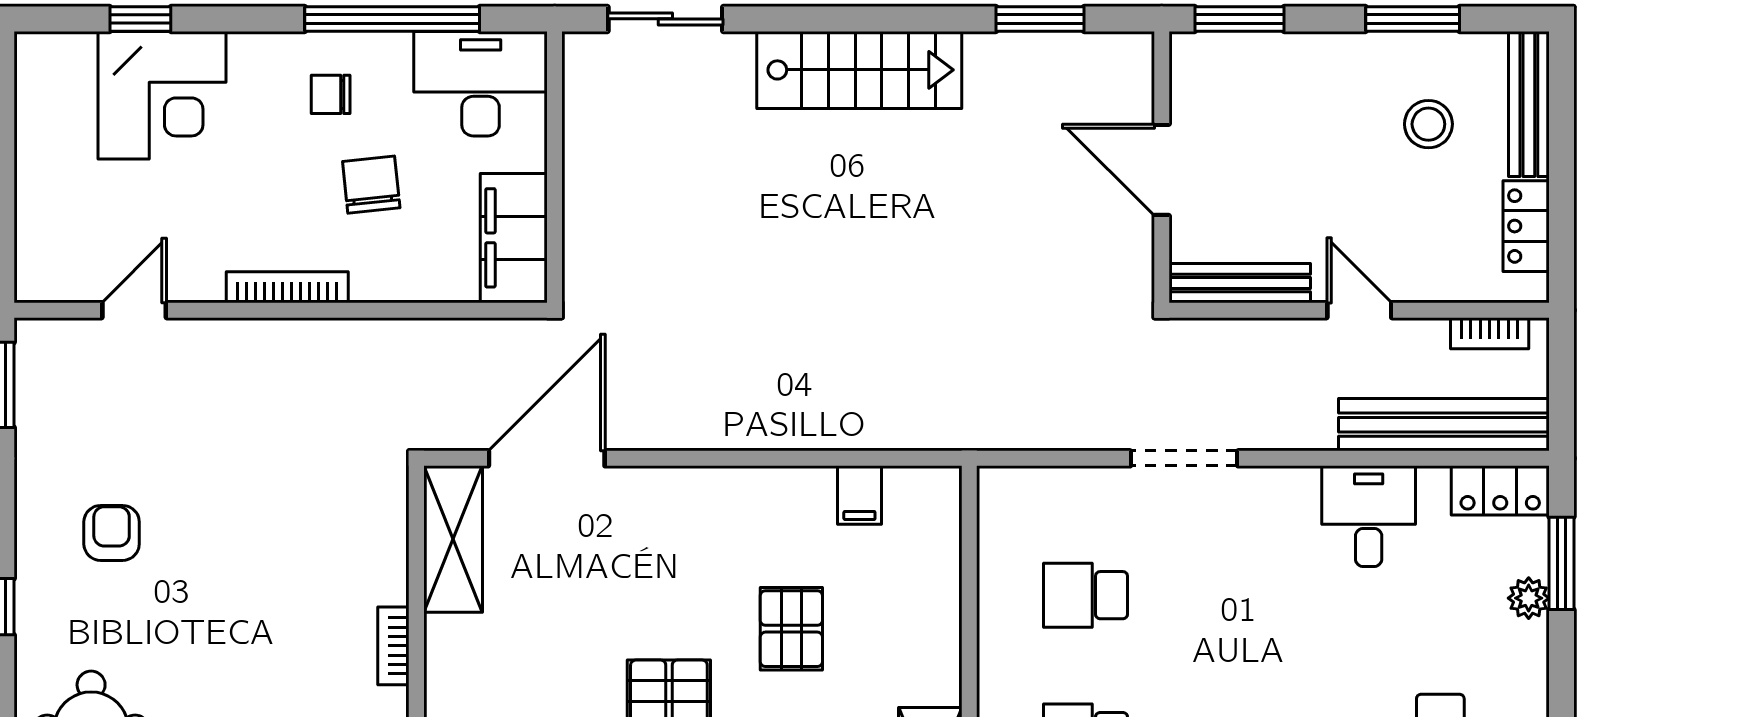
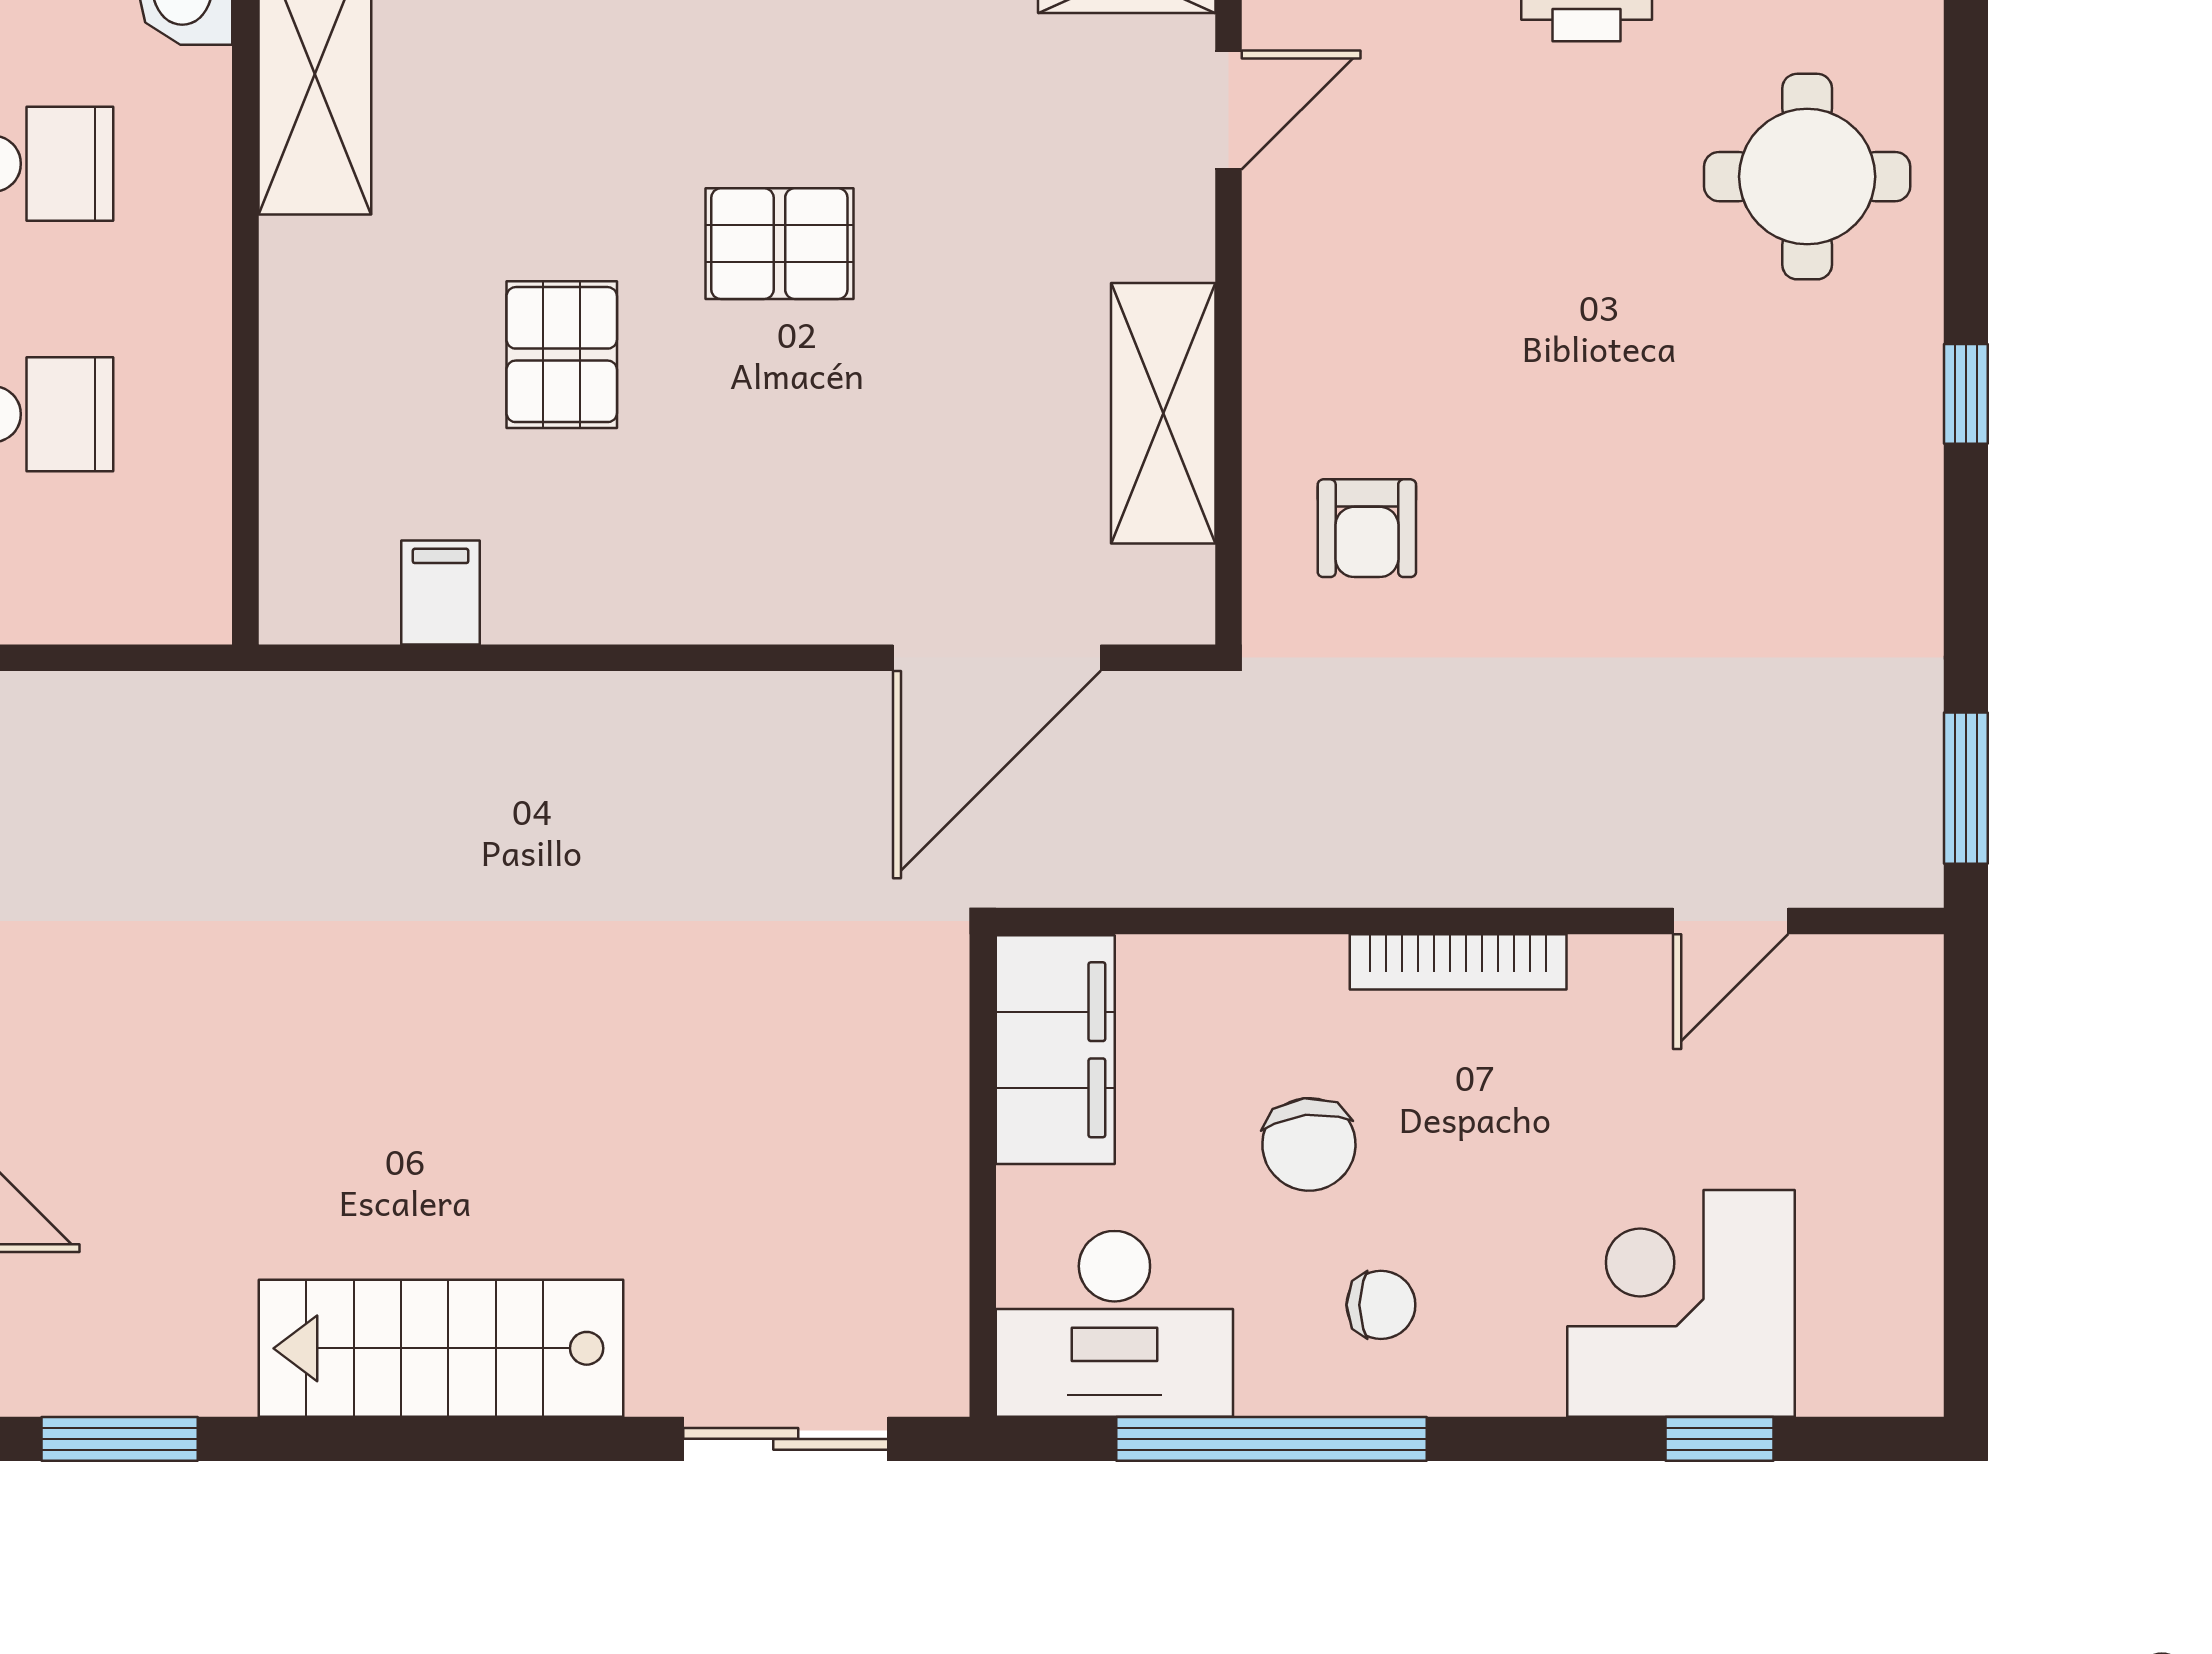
armchair: (112, 533) -> (1367, 528), moved
shelving: (453, 539) -> (1163, 413), moved
bookcase: (393, 646) -> (1269, 324), removed

